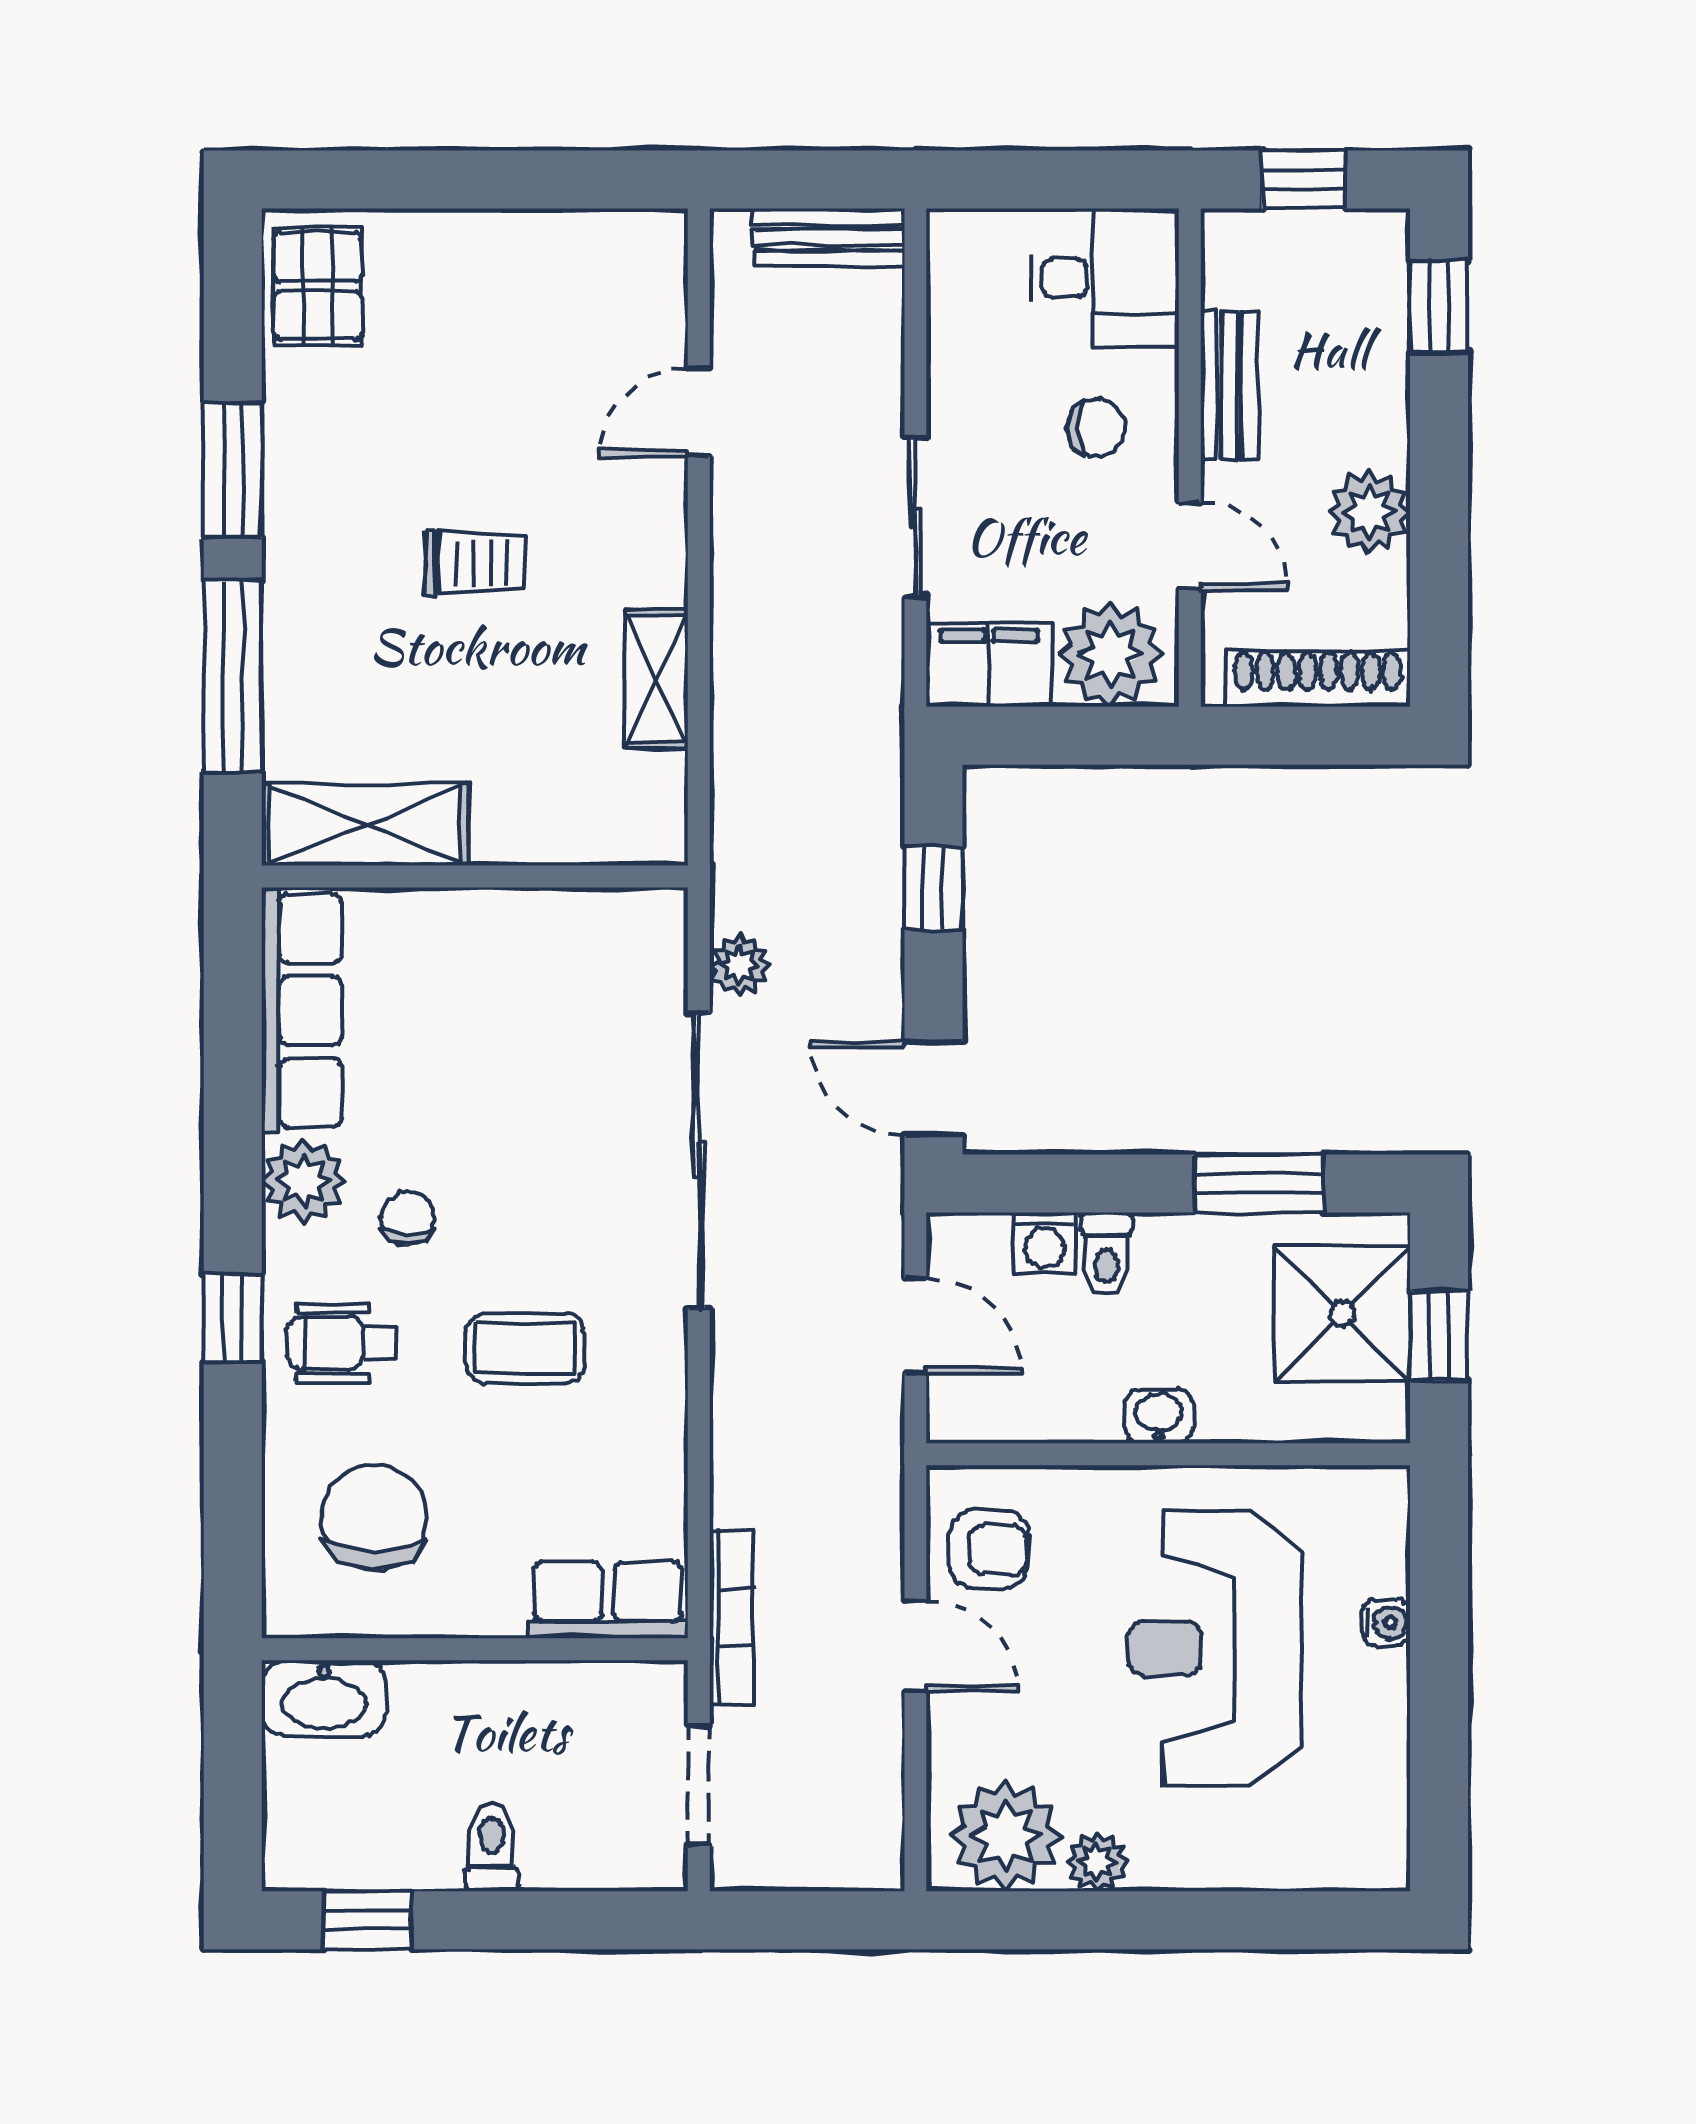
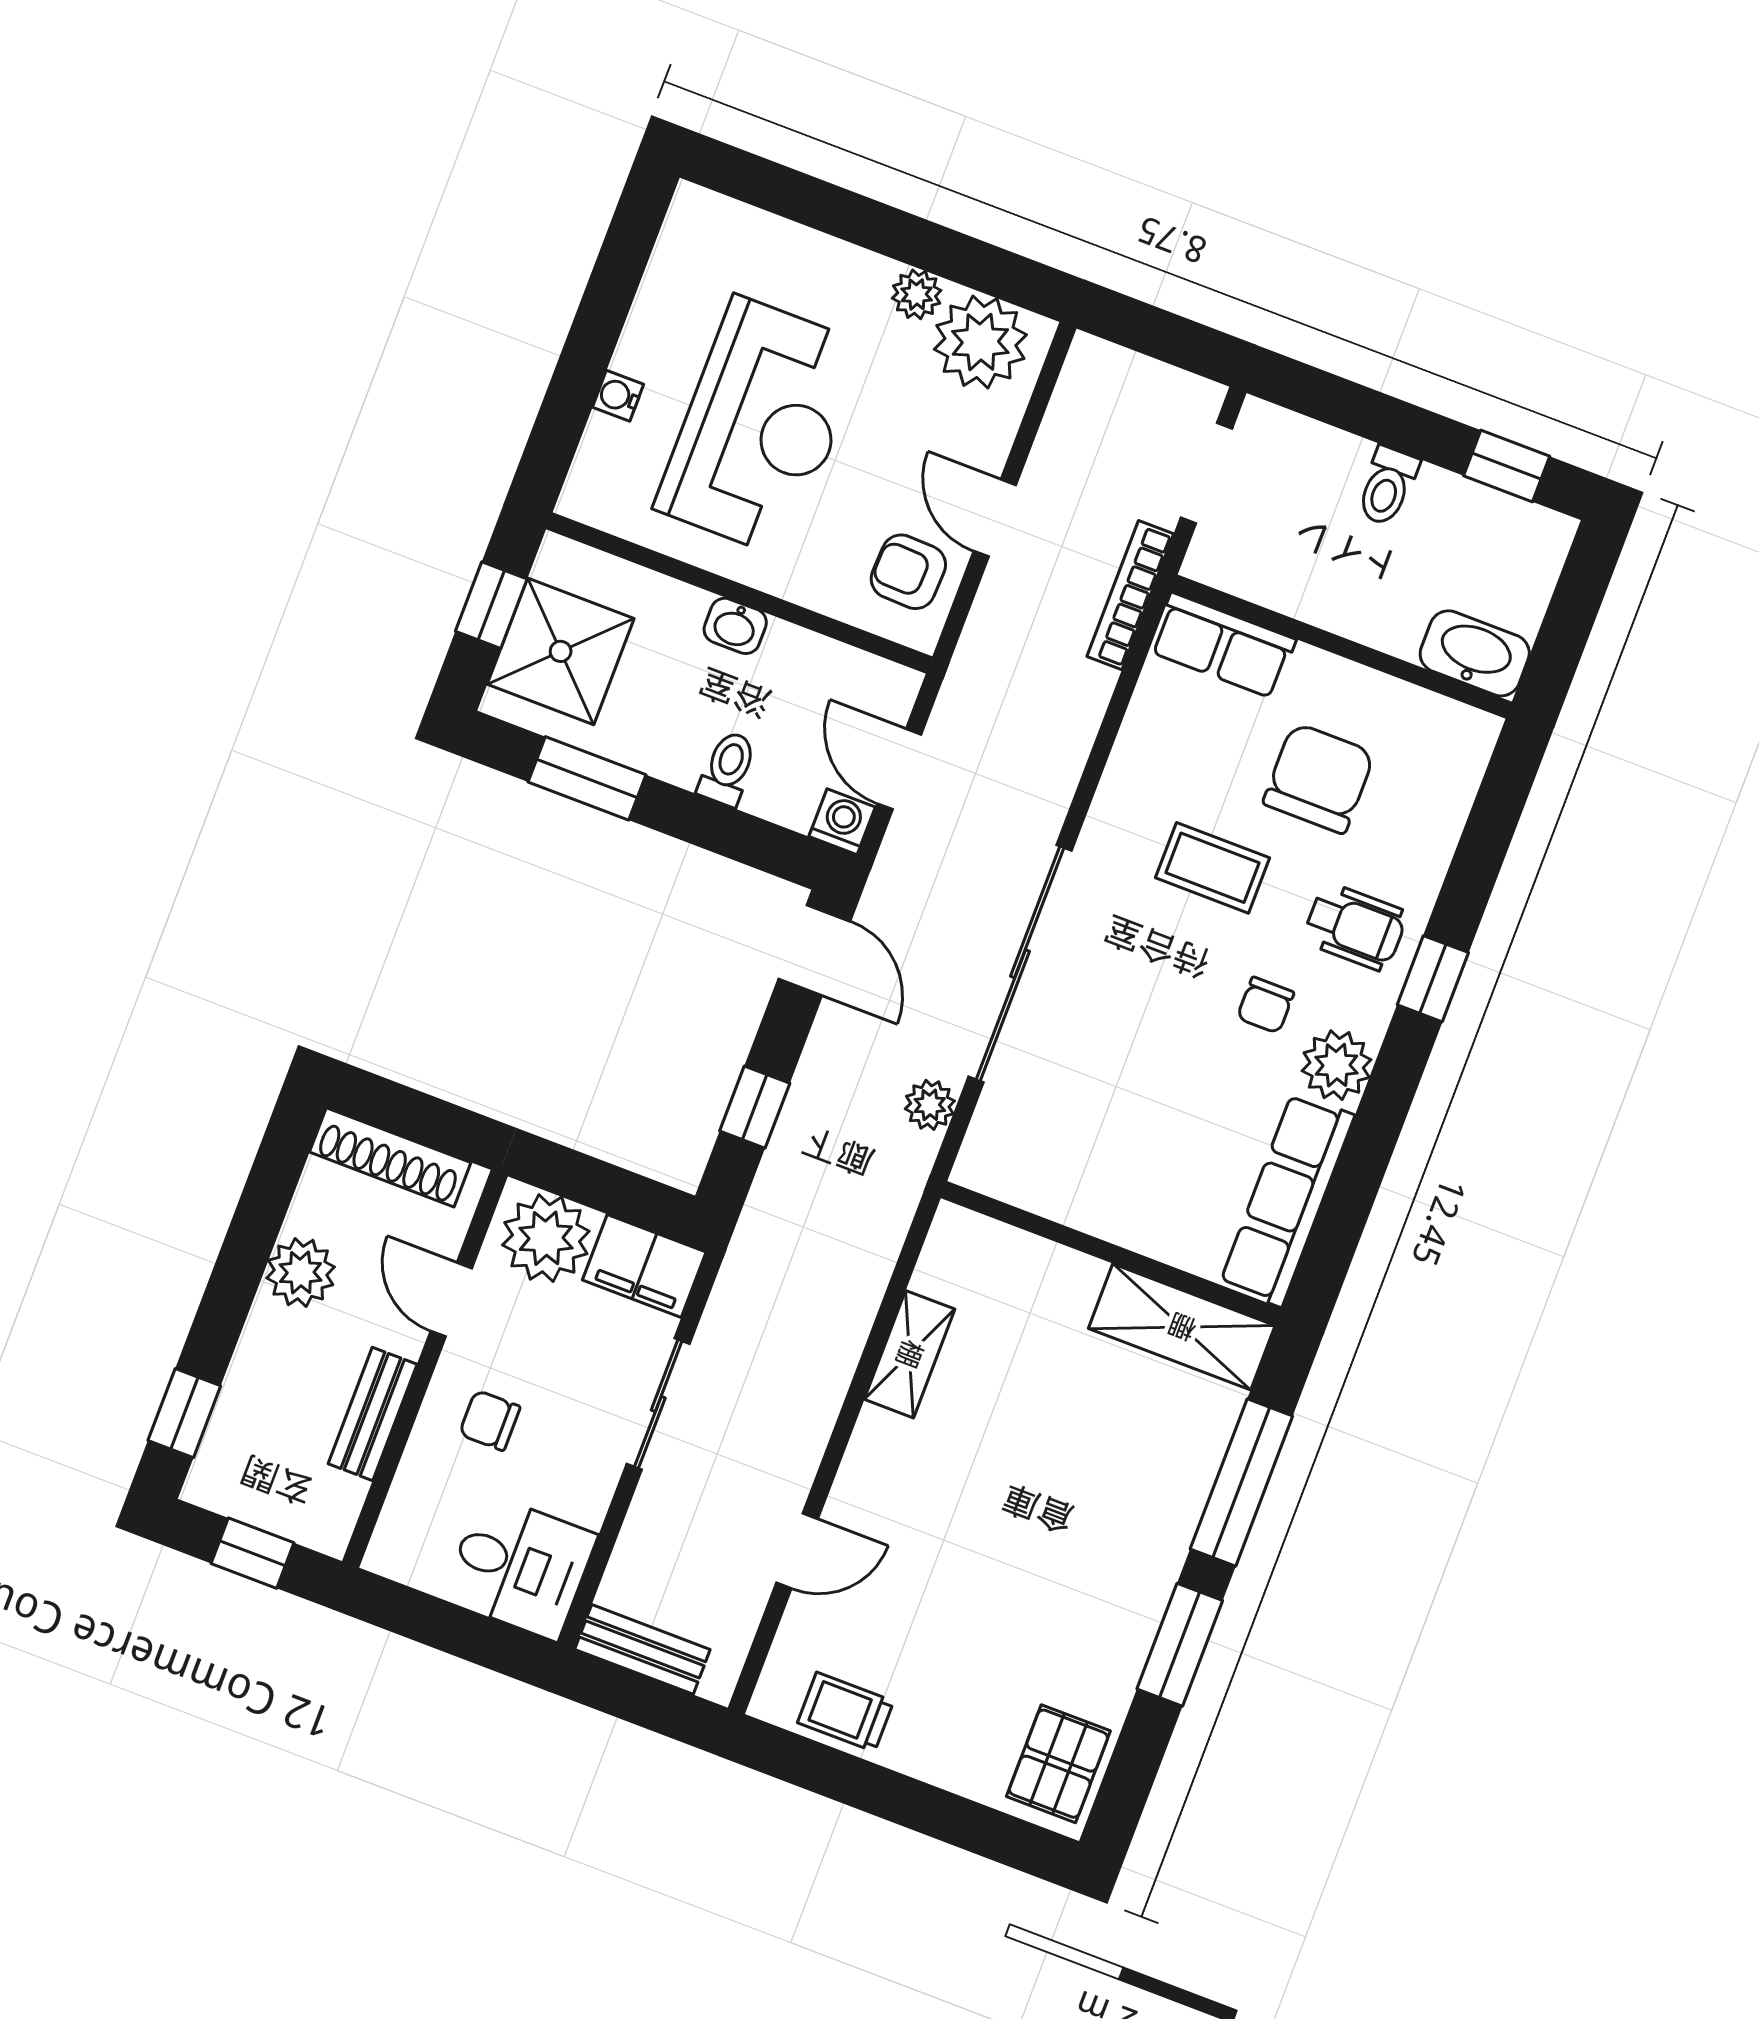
desk: (1104, 278) -> (520, 1567), moved, turned 180
trolley: (475, 563) -> (845, 1712), moved
washing machine: (1045, 1243) -> (842, 822), moved
chair: (374, 1517) -> (1319, 778), moved, turned 180

